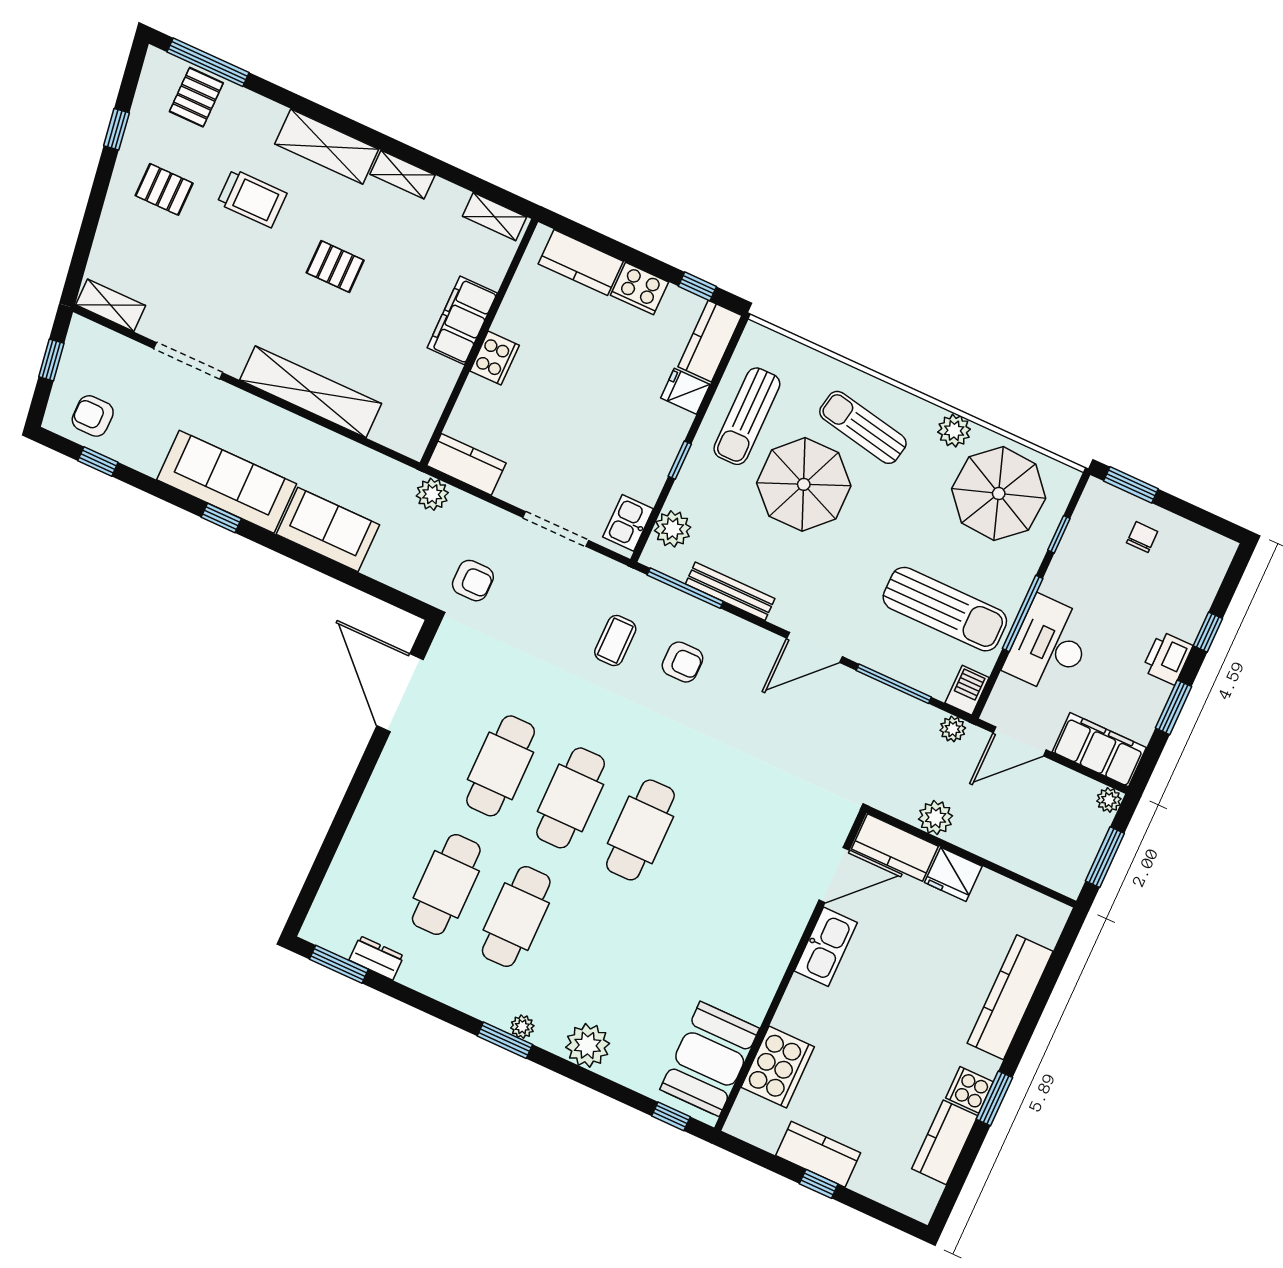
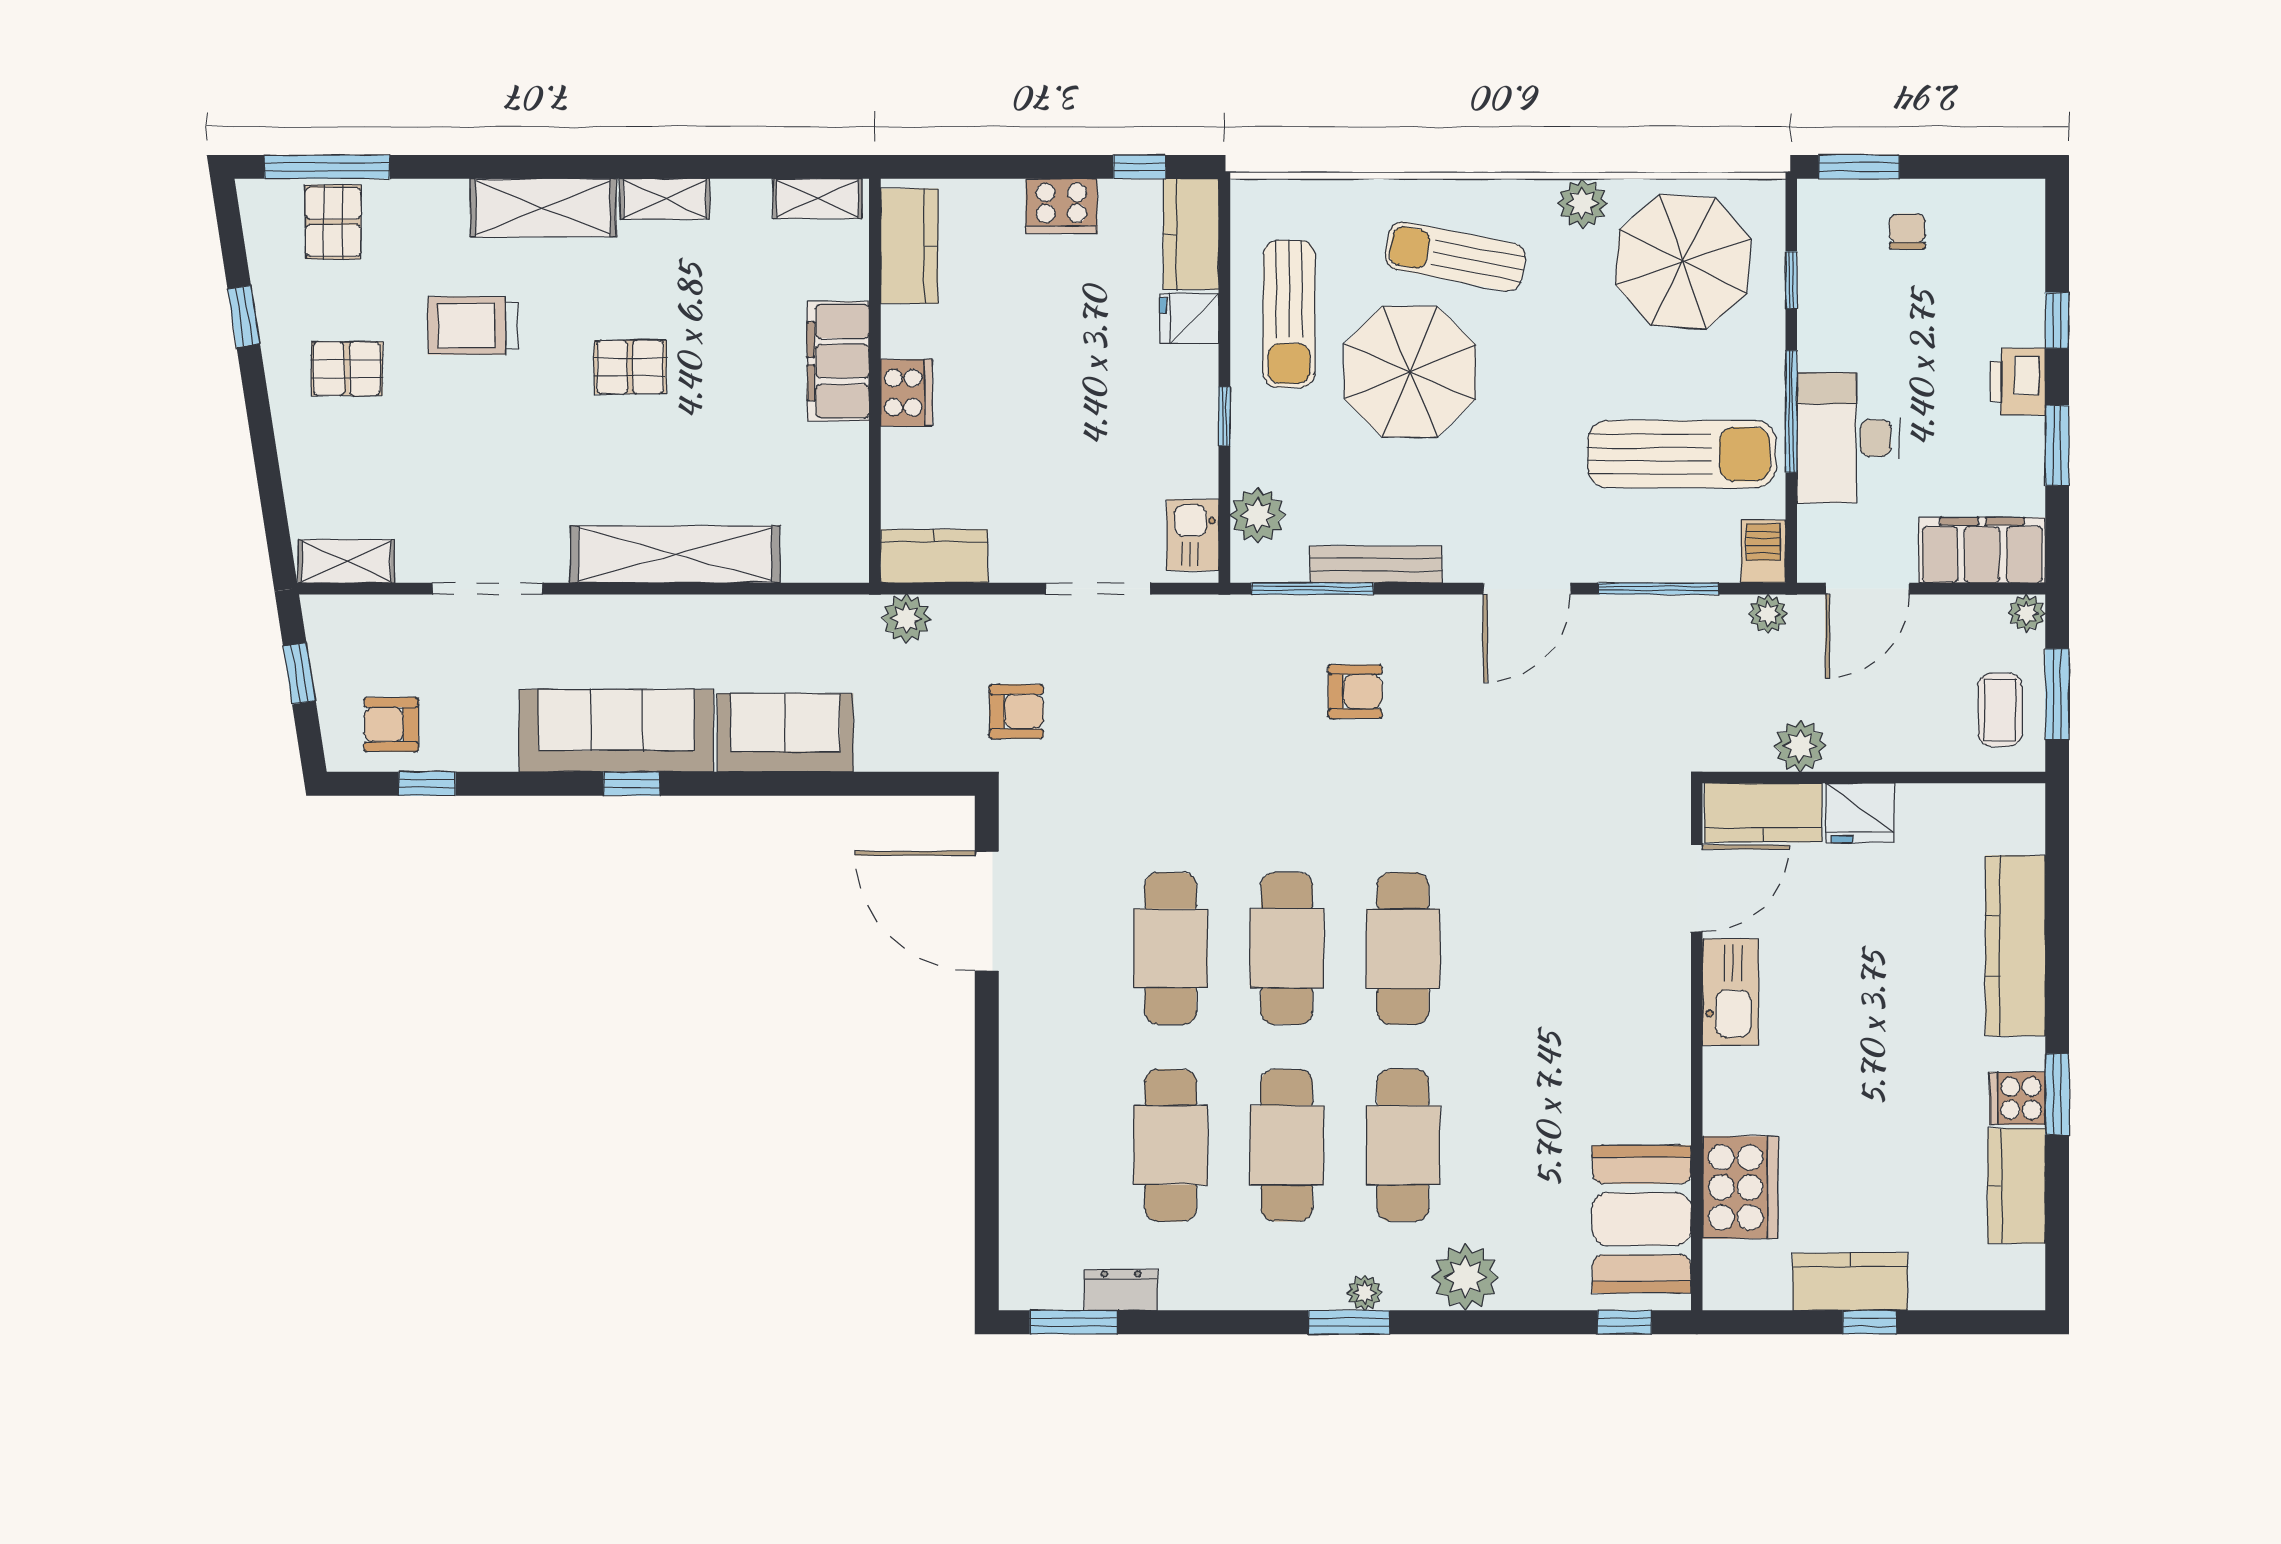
trolley: (252, 198) -> (473, 326), turned 180
kitchen counter: (581, 263) -> (909, 246), moved, turned -90
coffee table: (615, 641) -> (2000, 710), moved
cafe table: (586, 949) -> (1403, 1145), added

